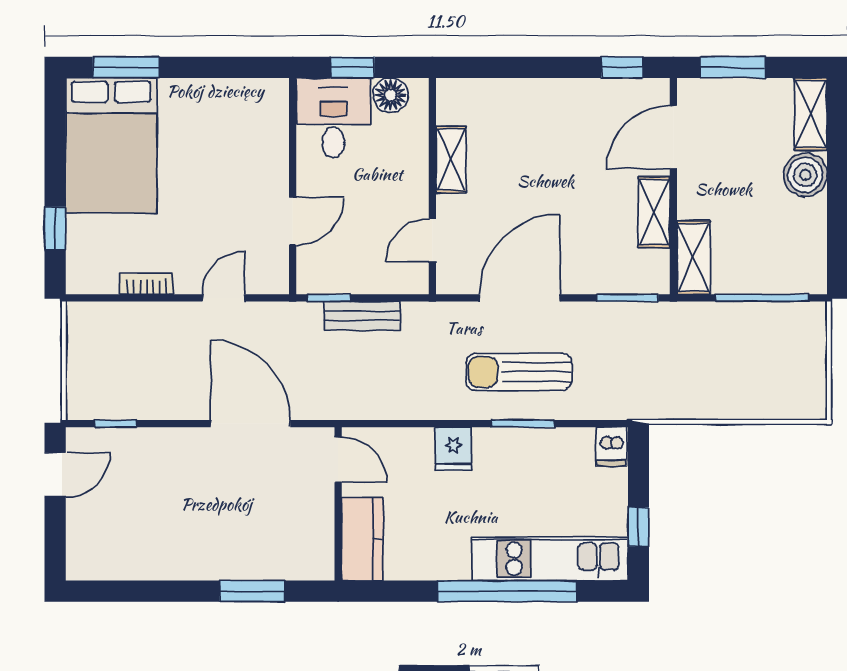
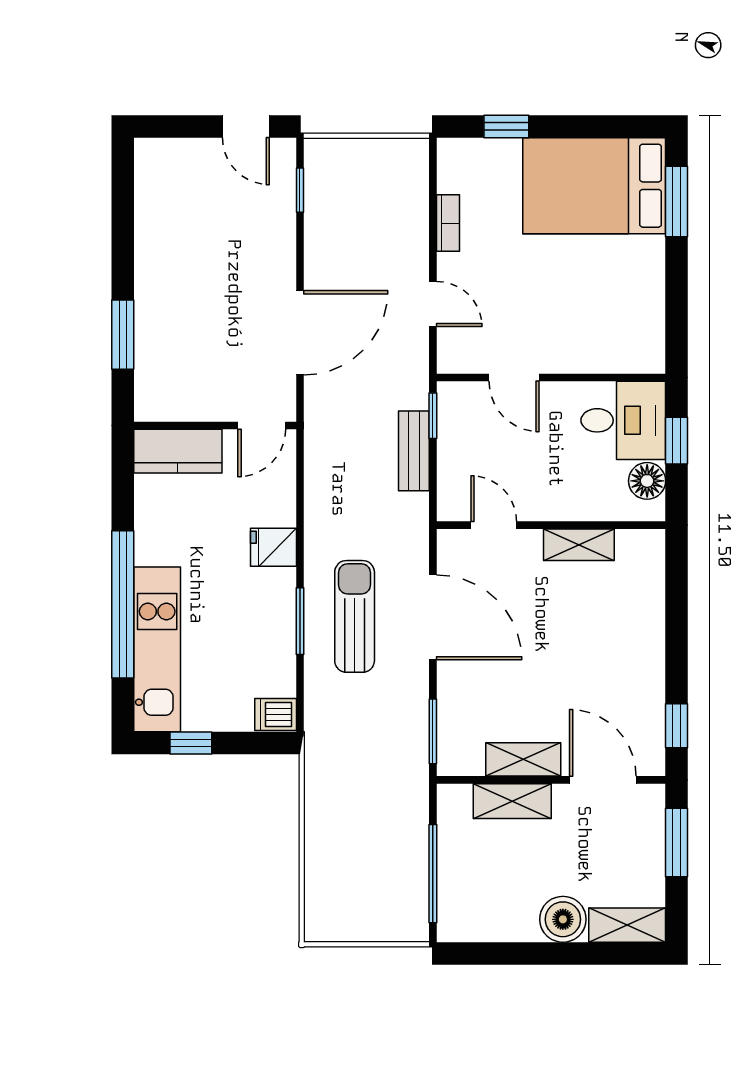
shelving: (693, 258) -> (512, 801), moved

